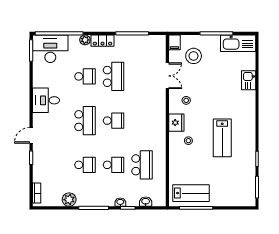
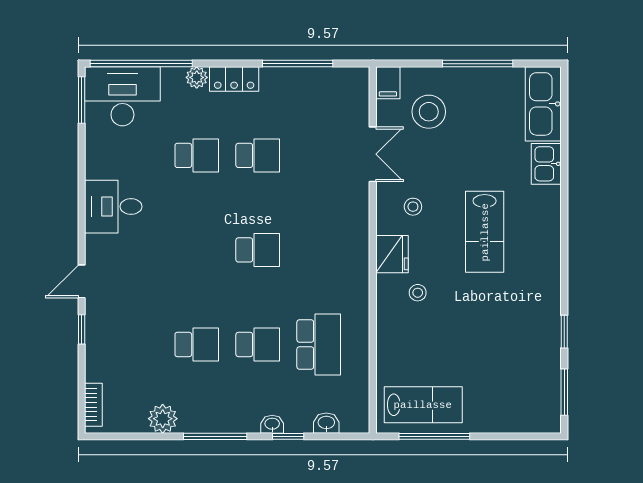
kitchen sink: (238, 43) -> (543, 104), moved, turned 90
school desk: (114, 76) -> (258, 155), width x0.54
school desk: (85, 121) -> (197, 250), removed
lab bench: (222, 138) -> (485, 232), moved

